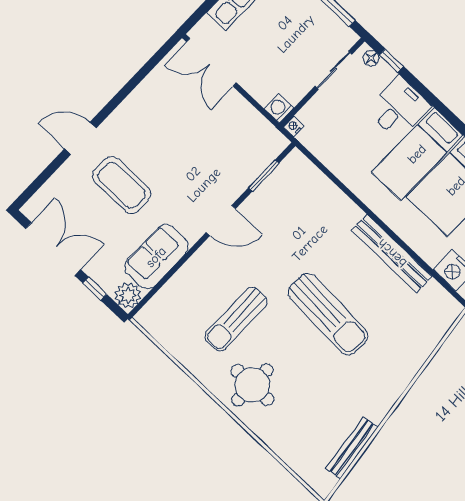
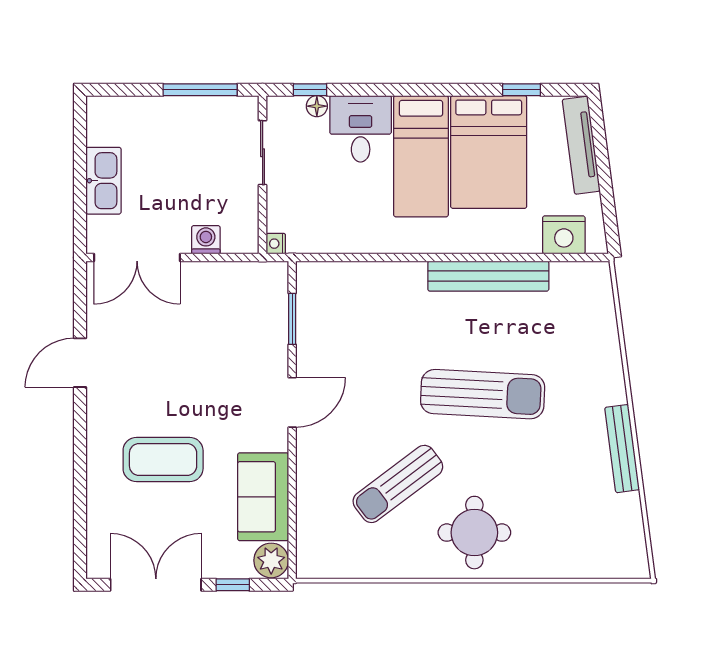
floor lamp: (371, 58) -> (317, 106), moved
washing machine: (279, 108) -> (206, 240), moved, turned 90
door: (80, 138) -> (80, 363), moved
sun lounger: (236, 319) -> (398, 484), turned 53
bench: (352, 448) -> (622, 449), moved

